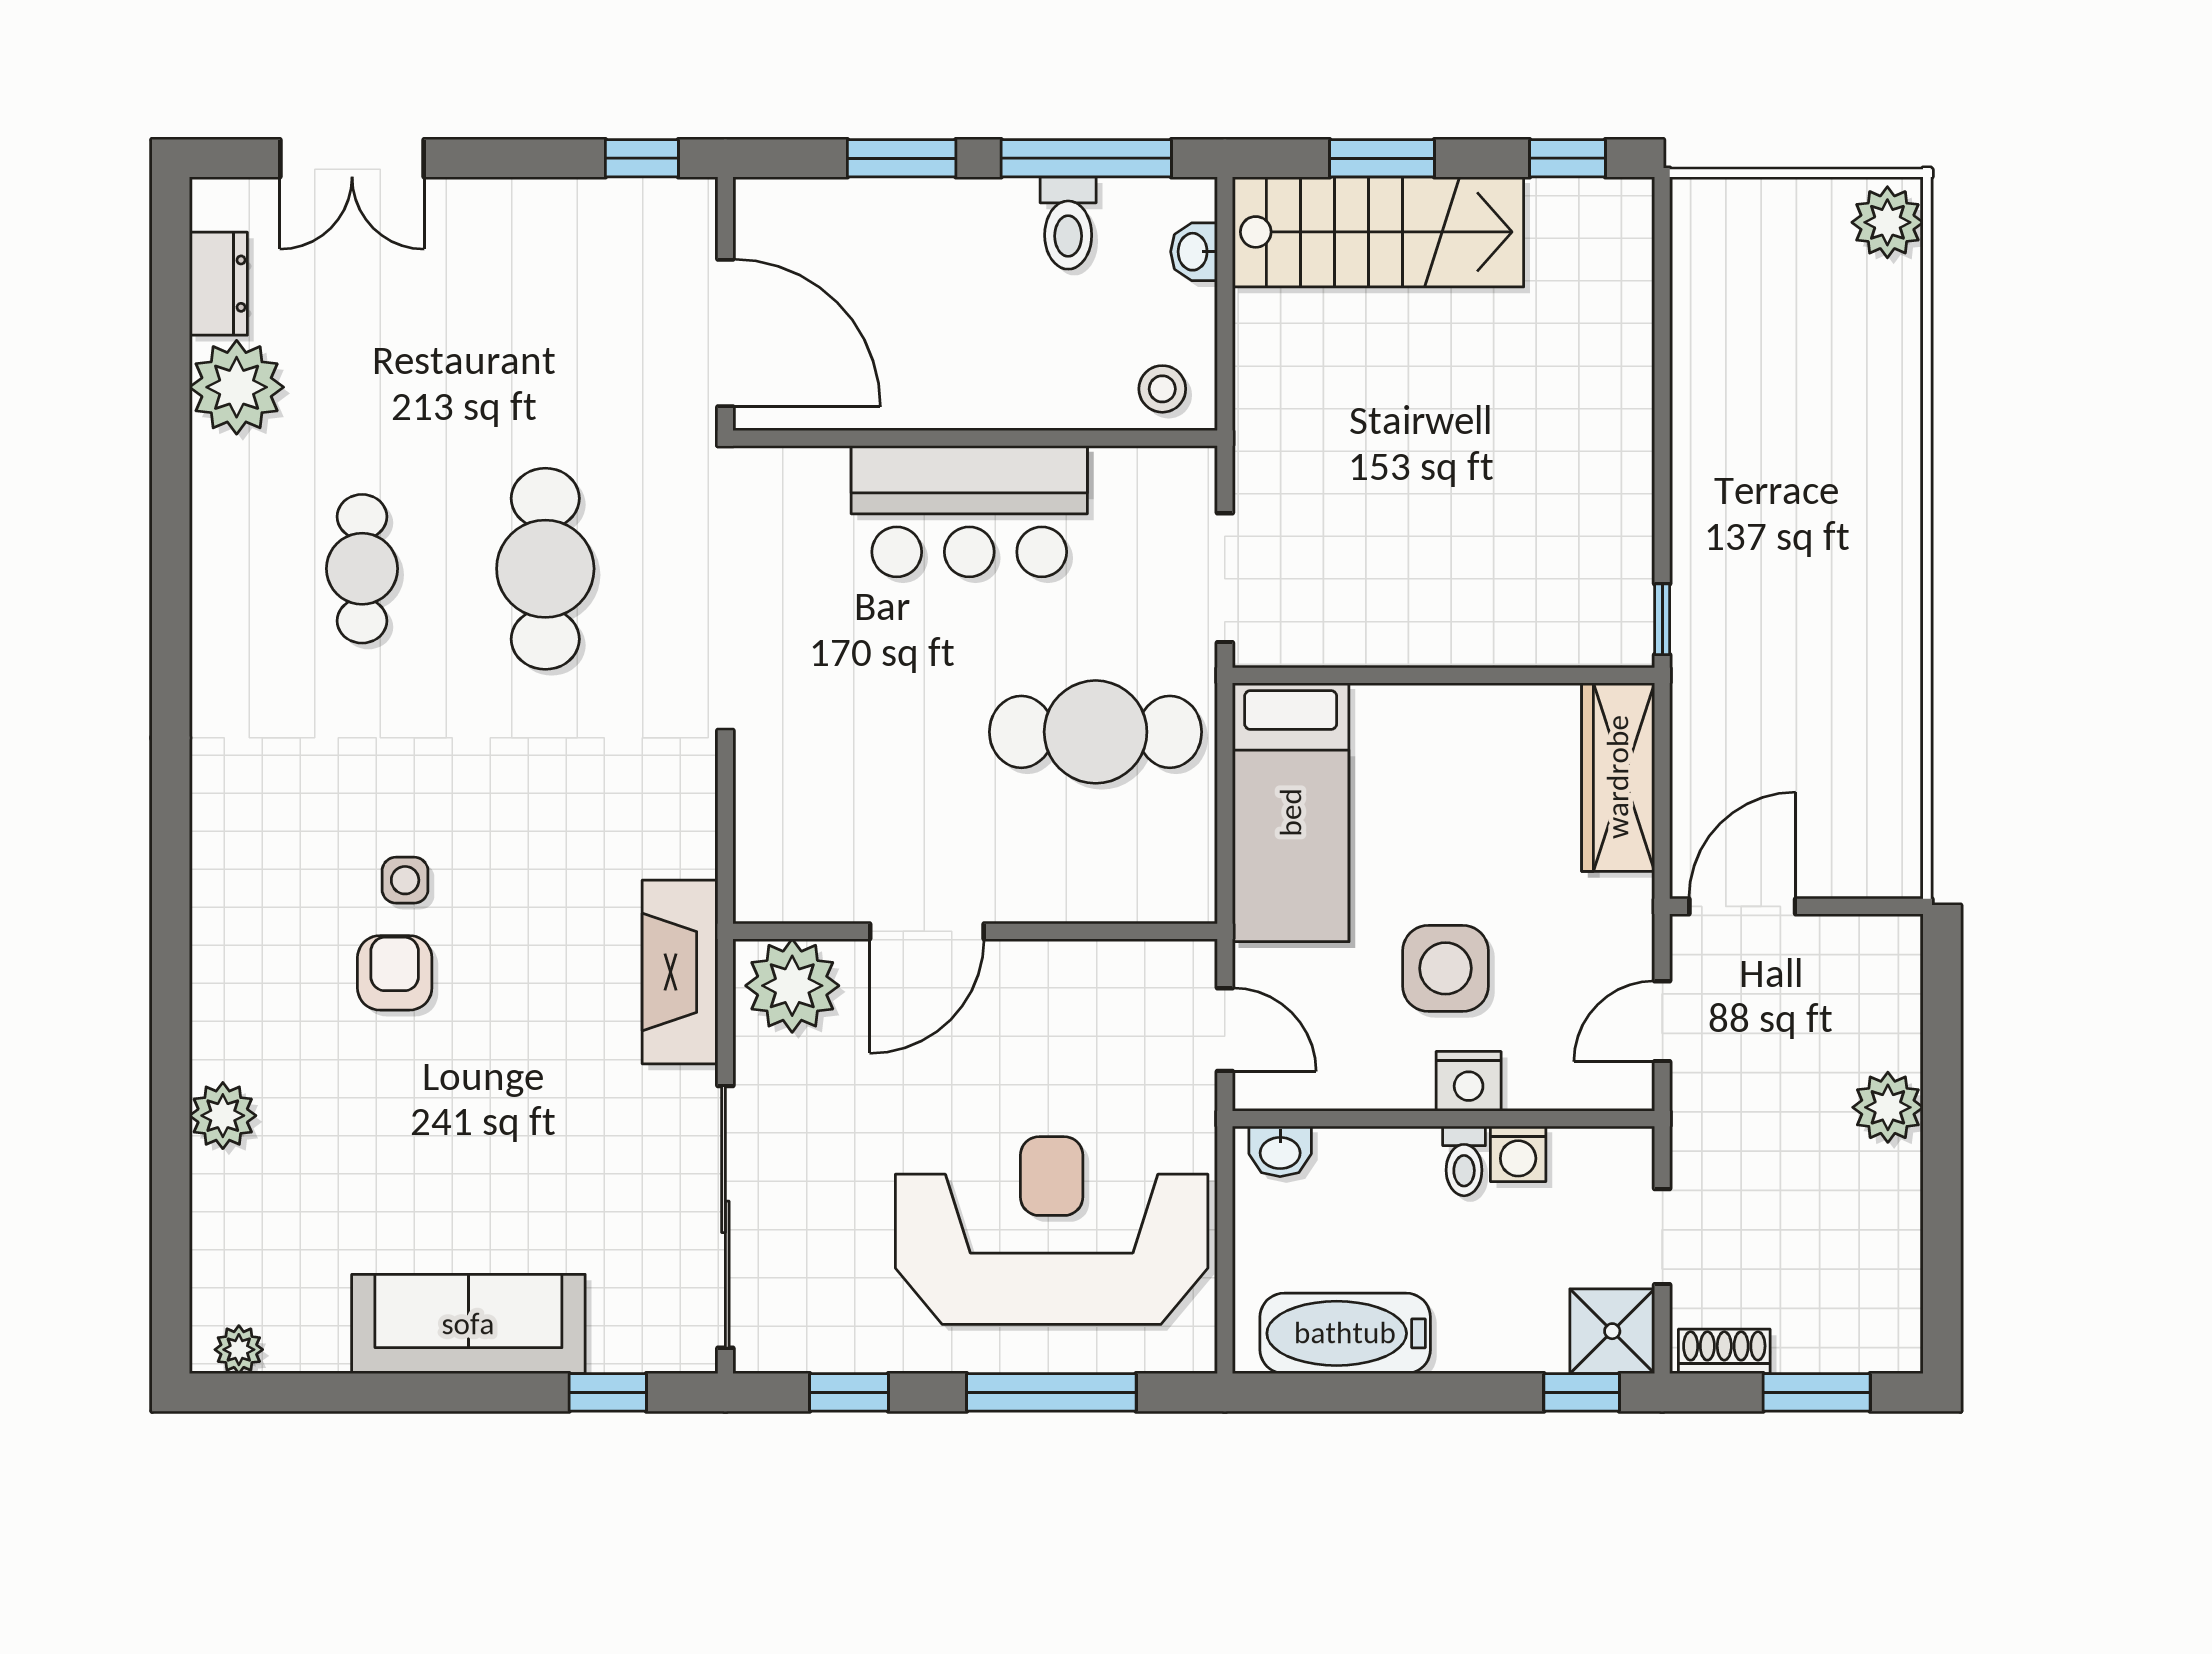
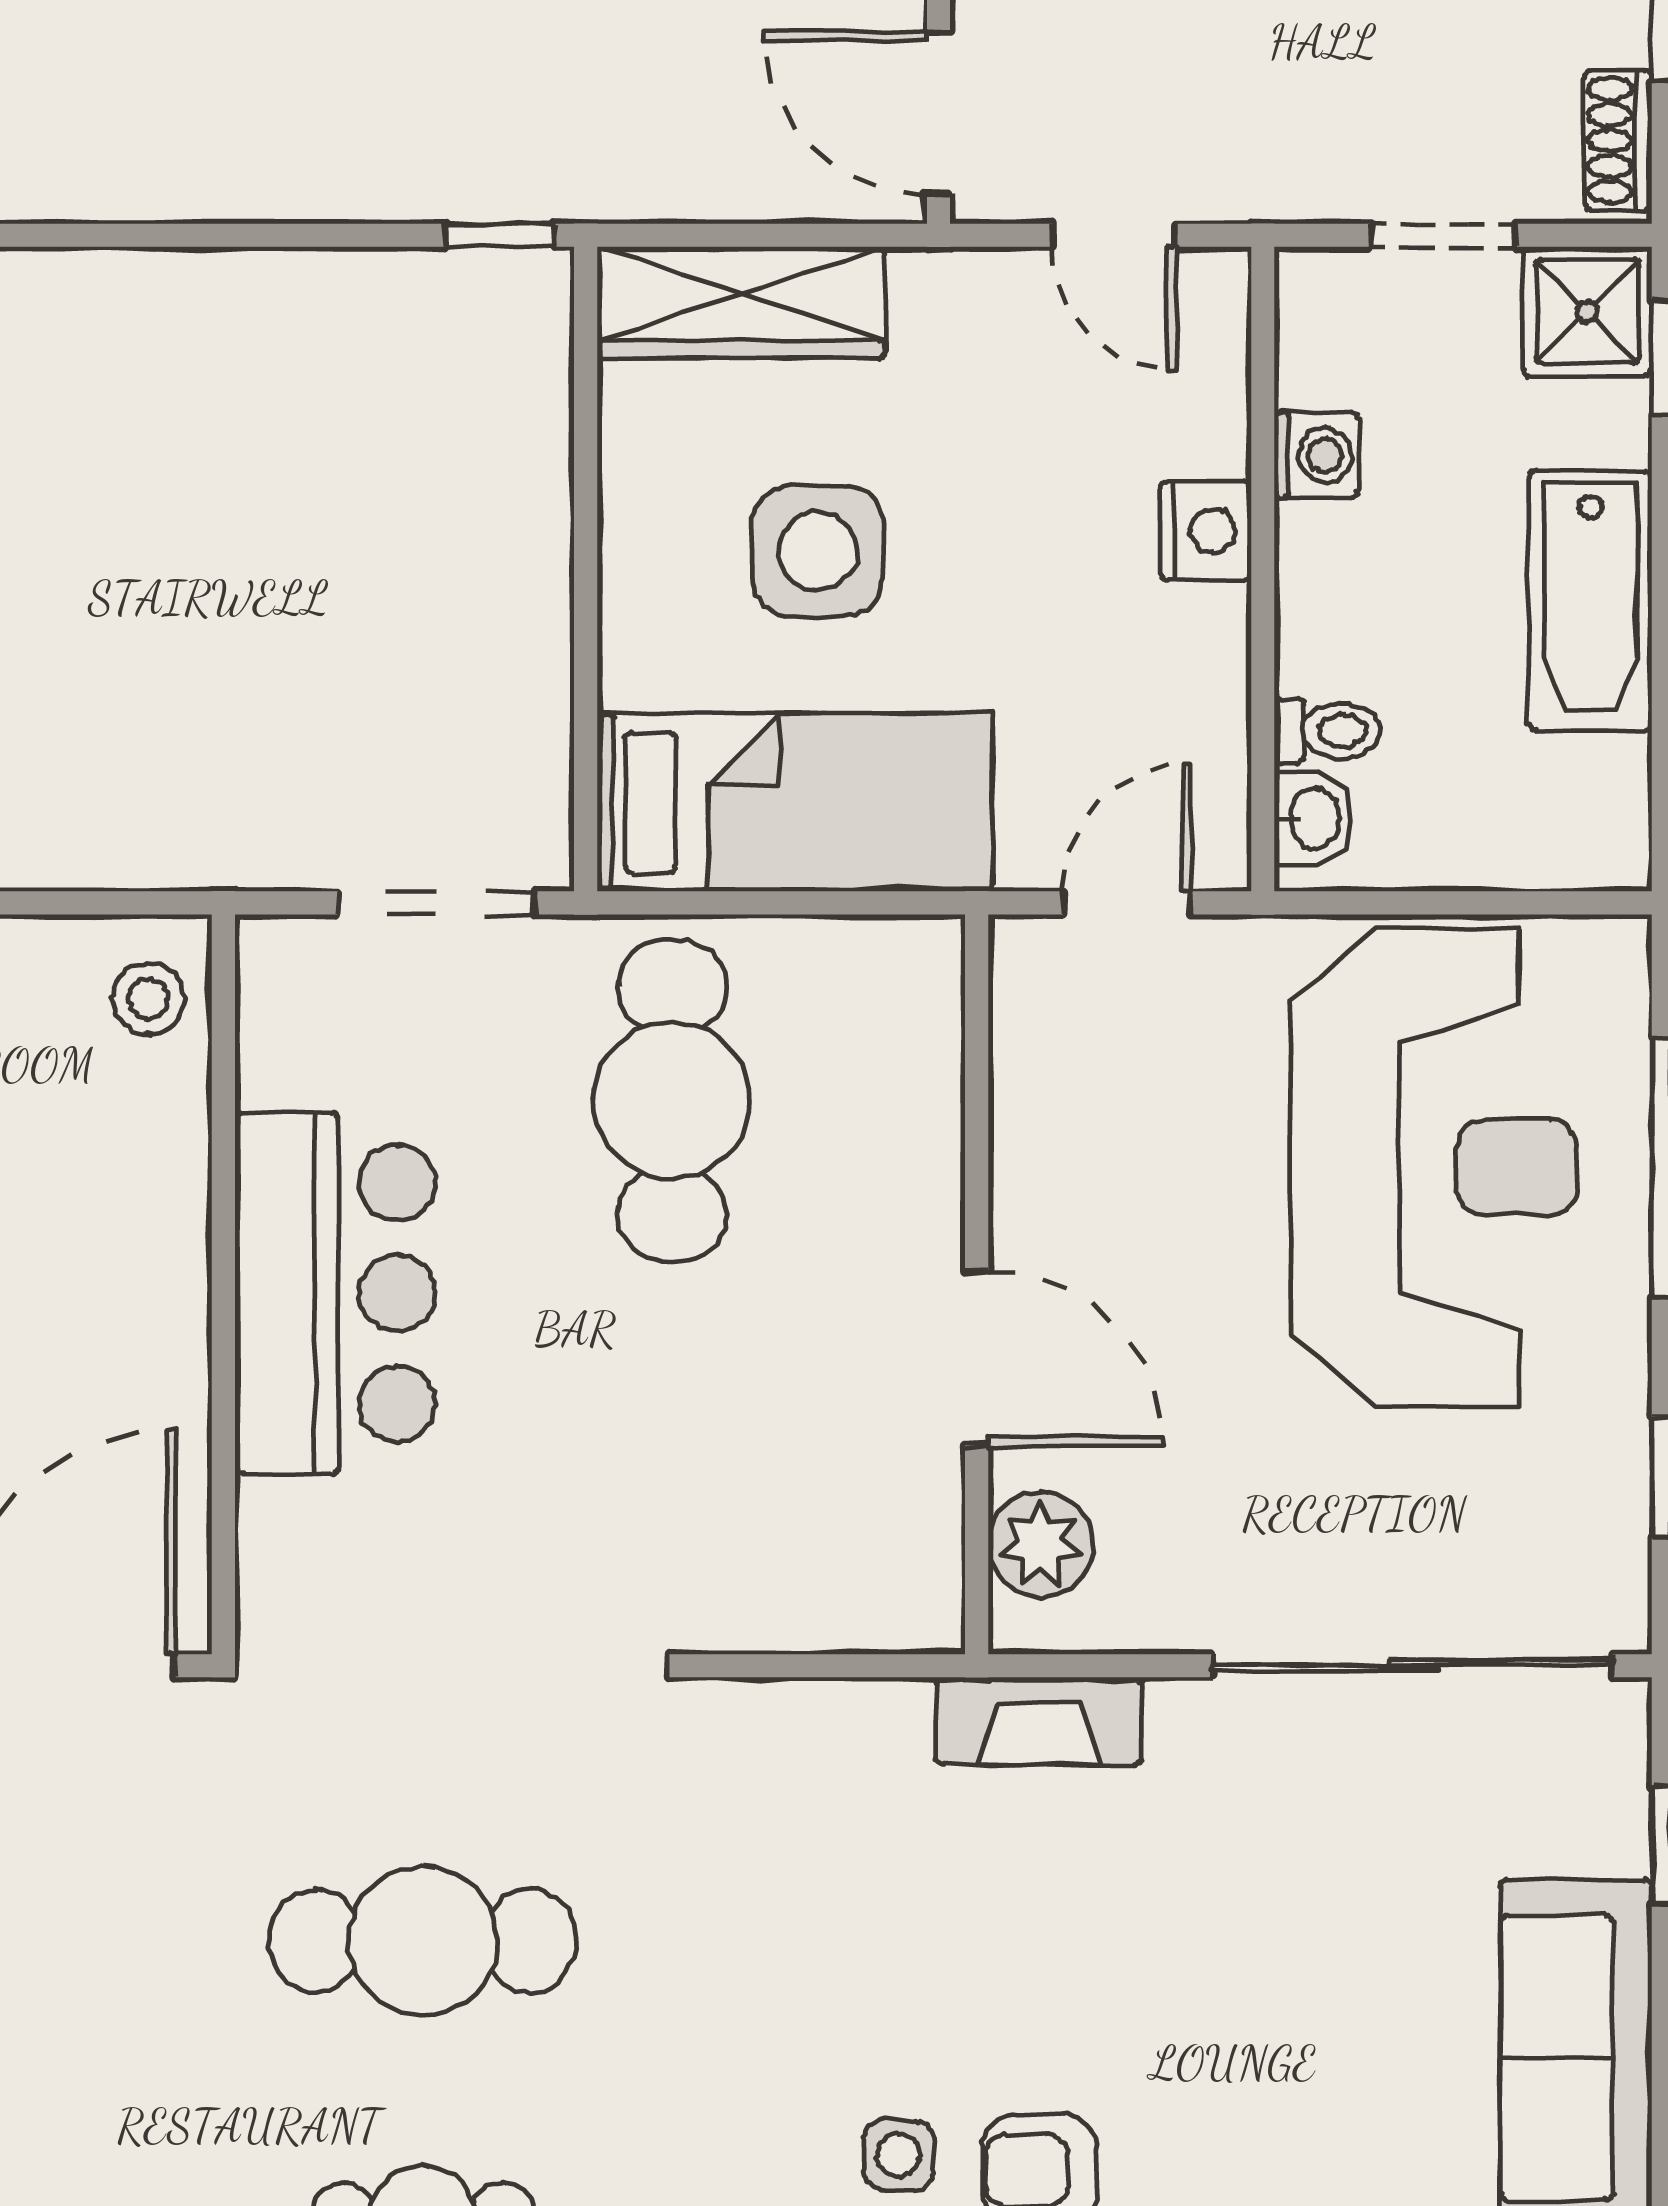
side table: (1446, 968) -> (818, 551), moved
fireplace: (680, 972) -> (1039, 1721), width x0.73, depth x0.76
plant: (792, 986) -> (1041, 1544), width x0.73, depth x0.73
toilet: (1464, 1161) -> (1327, 731), moved
reception desk: (1052, 1231) -> (1433, 1167), turned 180
bathtub: (1345, 1333) -> (1590, 601), moved

